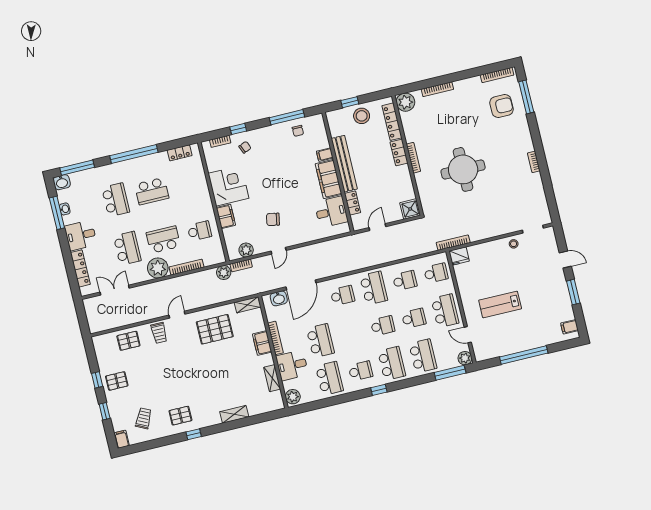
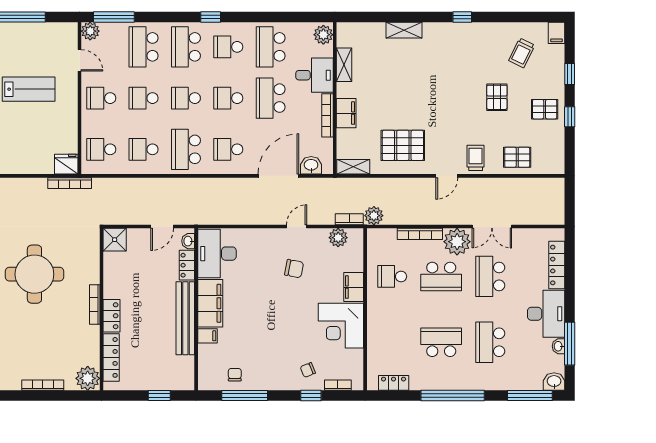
stool: (362, 116) -> (148, 374), removed
desk: (331, 212) -> (217, 254), width x1.37
washbasin: (356, 221) -> (188, 241), added
desk: (81, 235) -> (546, 314), width x1.37
double door: (115, 290) -> (492, 227), moved
school desk: (445, 311) -> (101, 98), width x0.54
school desk: (352, 333) -> (228, 98), added
pallet: (180, 416) -> (497, 97), moved, turned 90

